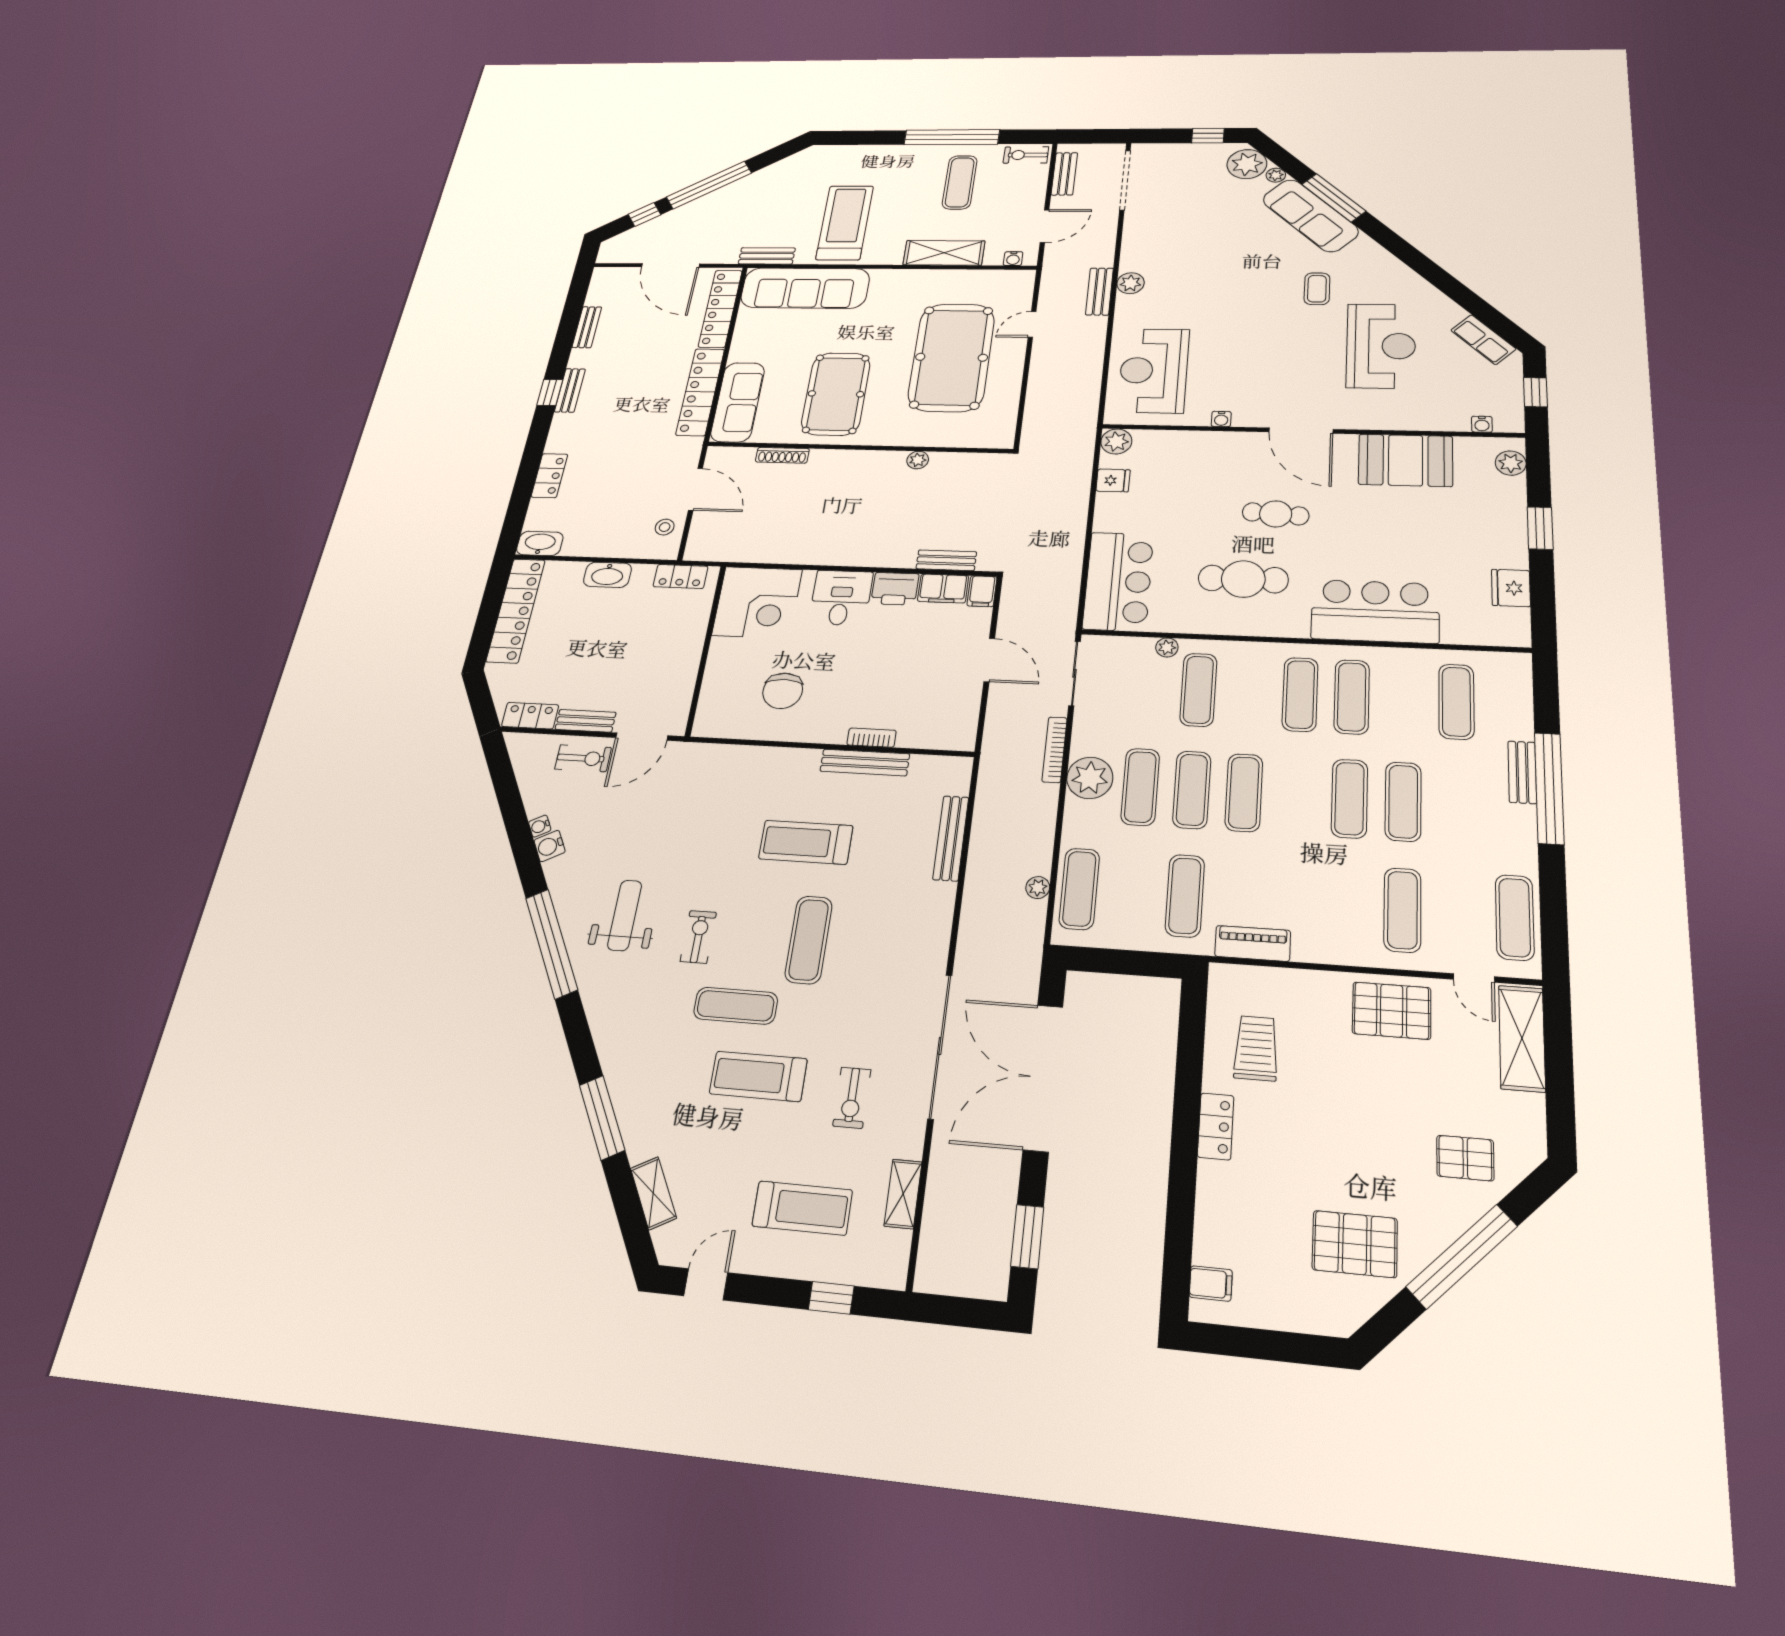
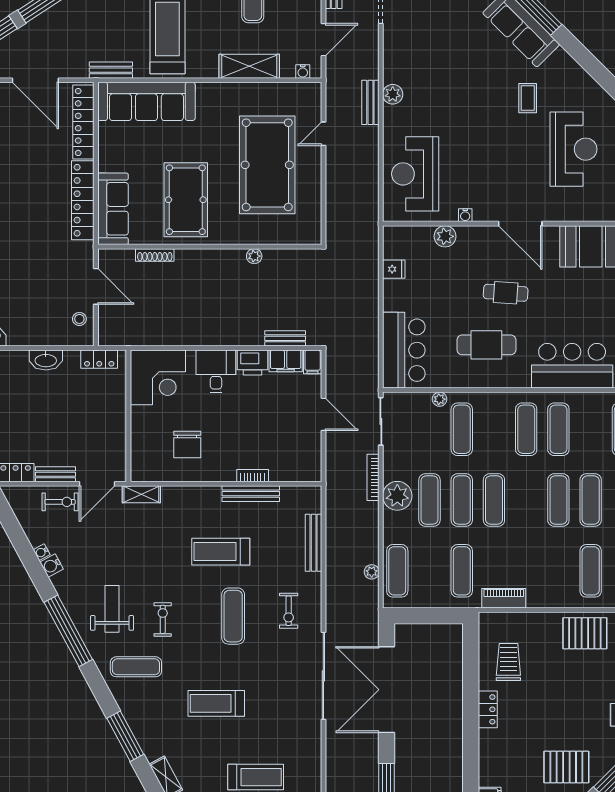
plant: (1116, 442) -> (445, 236), moved
exercise mat: (736, 1006) -> (136, 667), moved
exercise bike: (852, 1098) -> (289, 611), moved
shelving: (903, 1194) -> (141, 494), moved, turned 90

